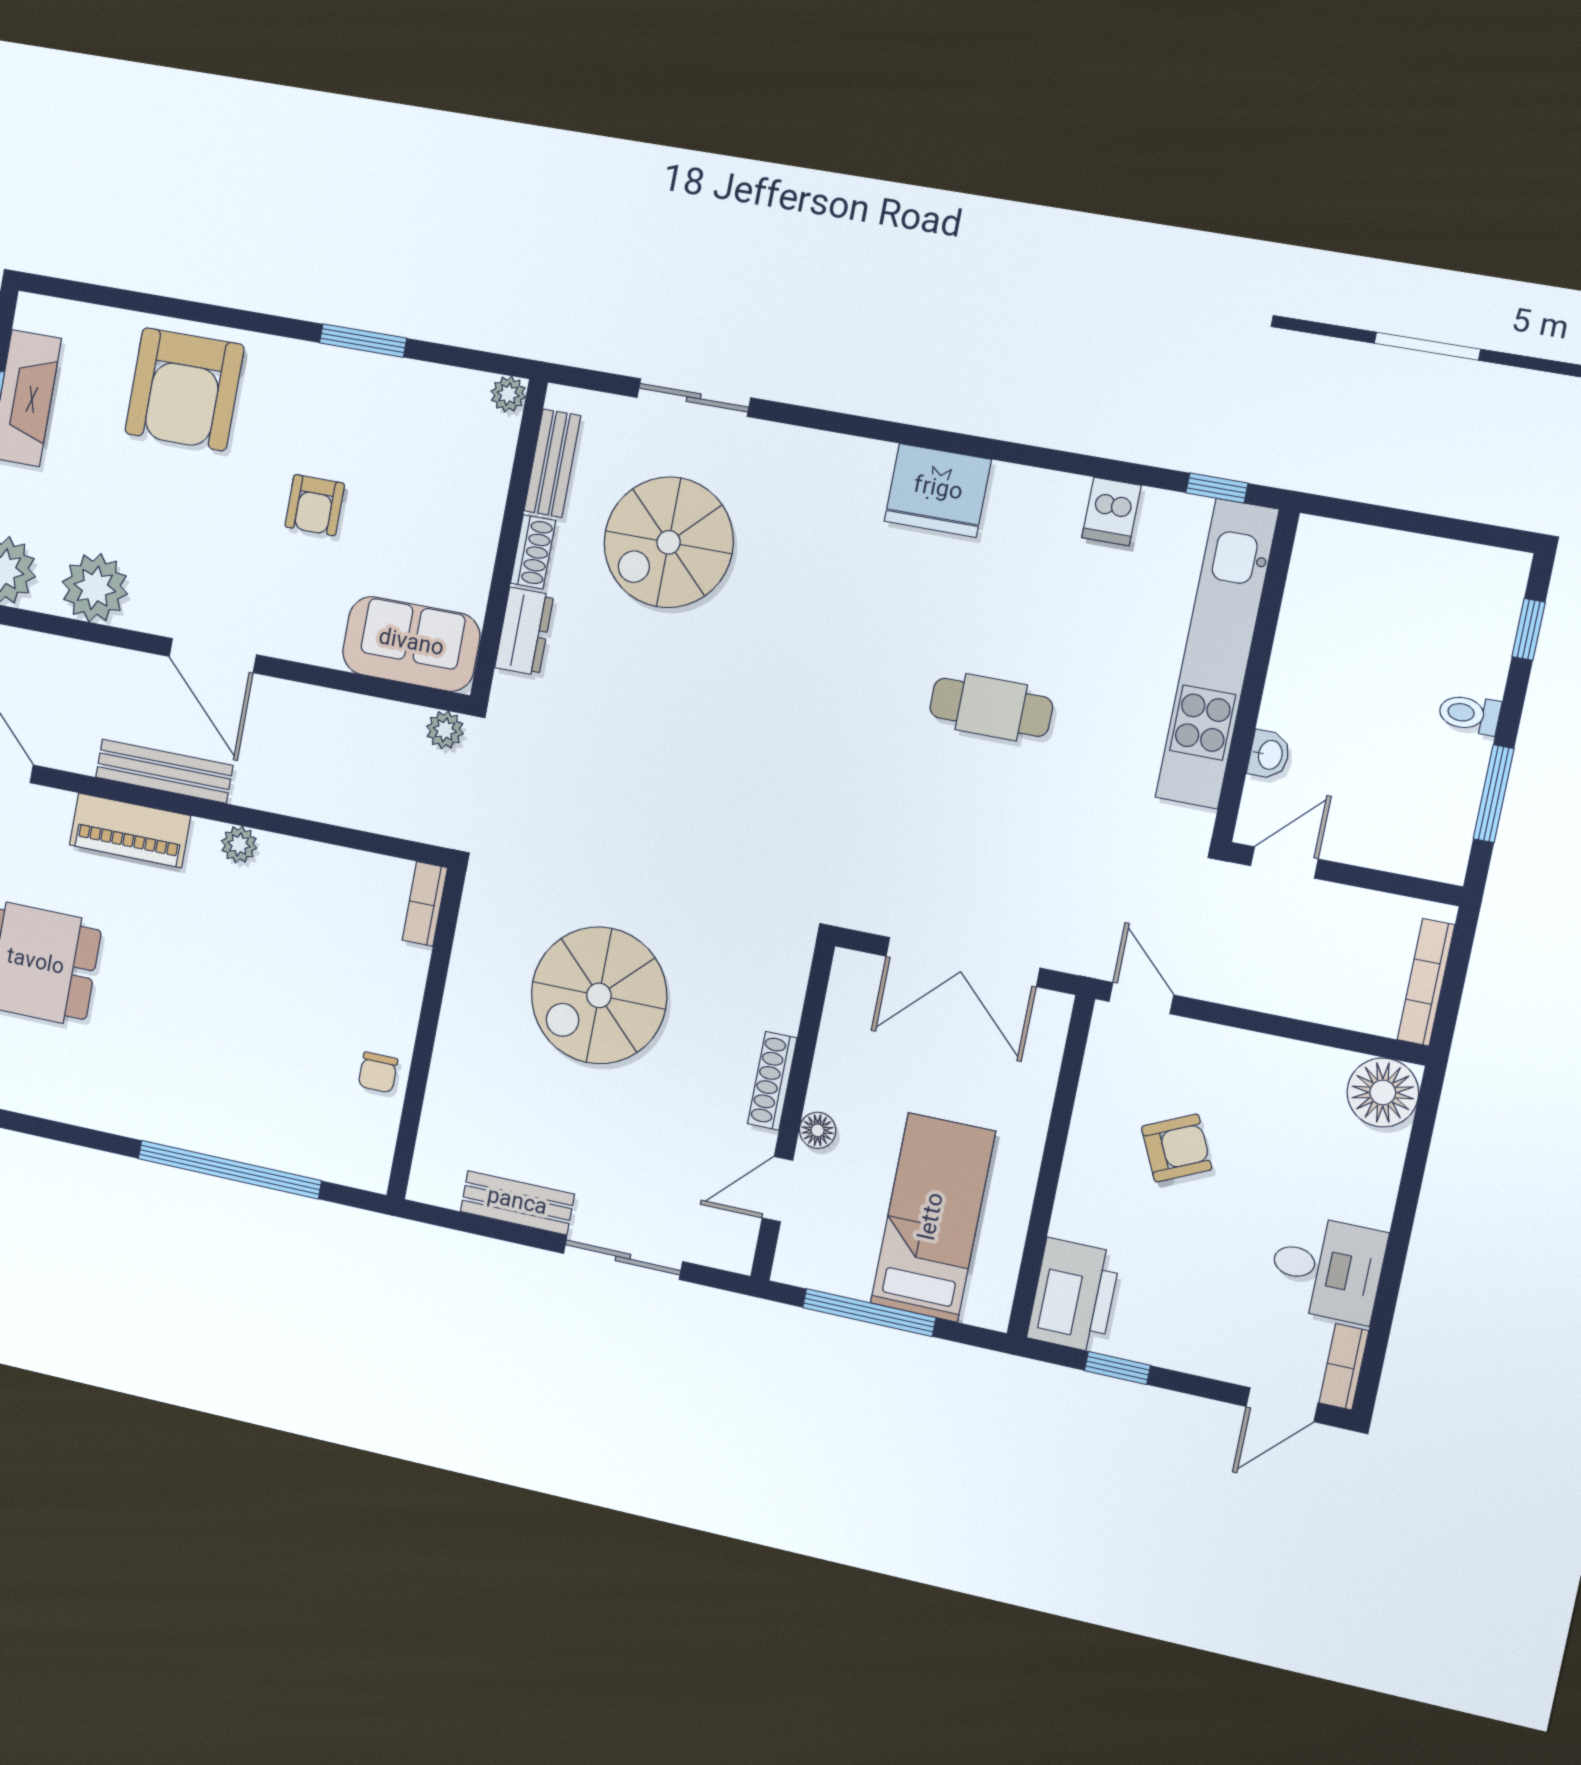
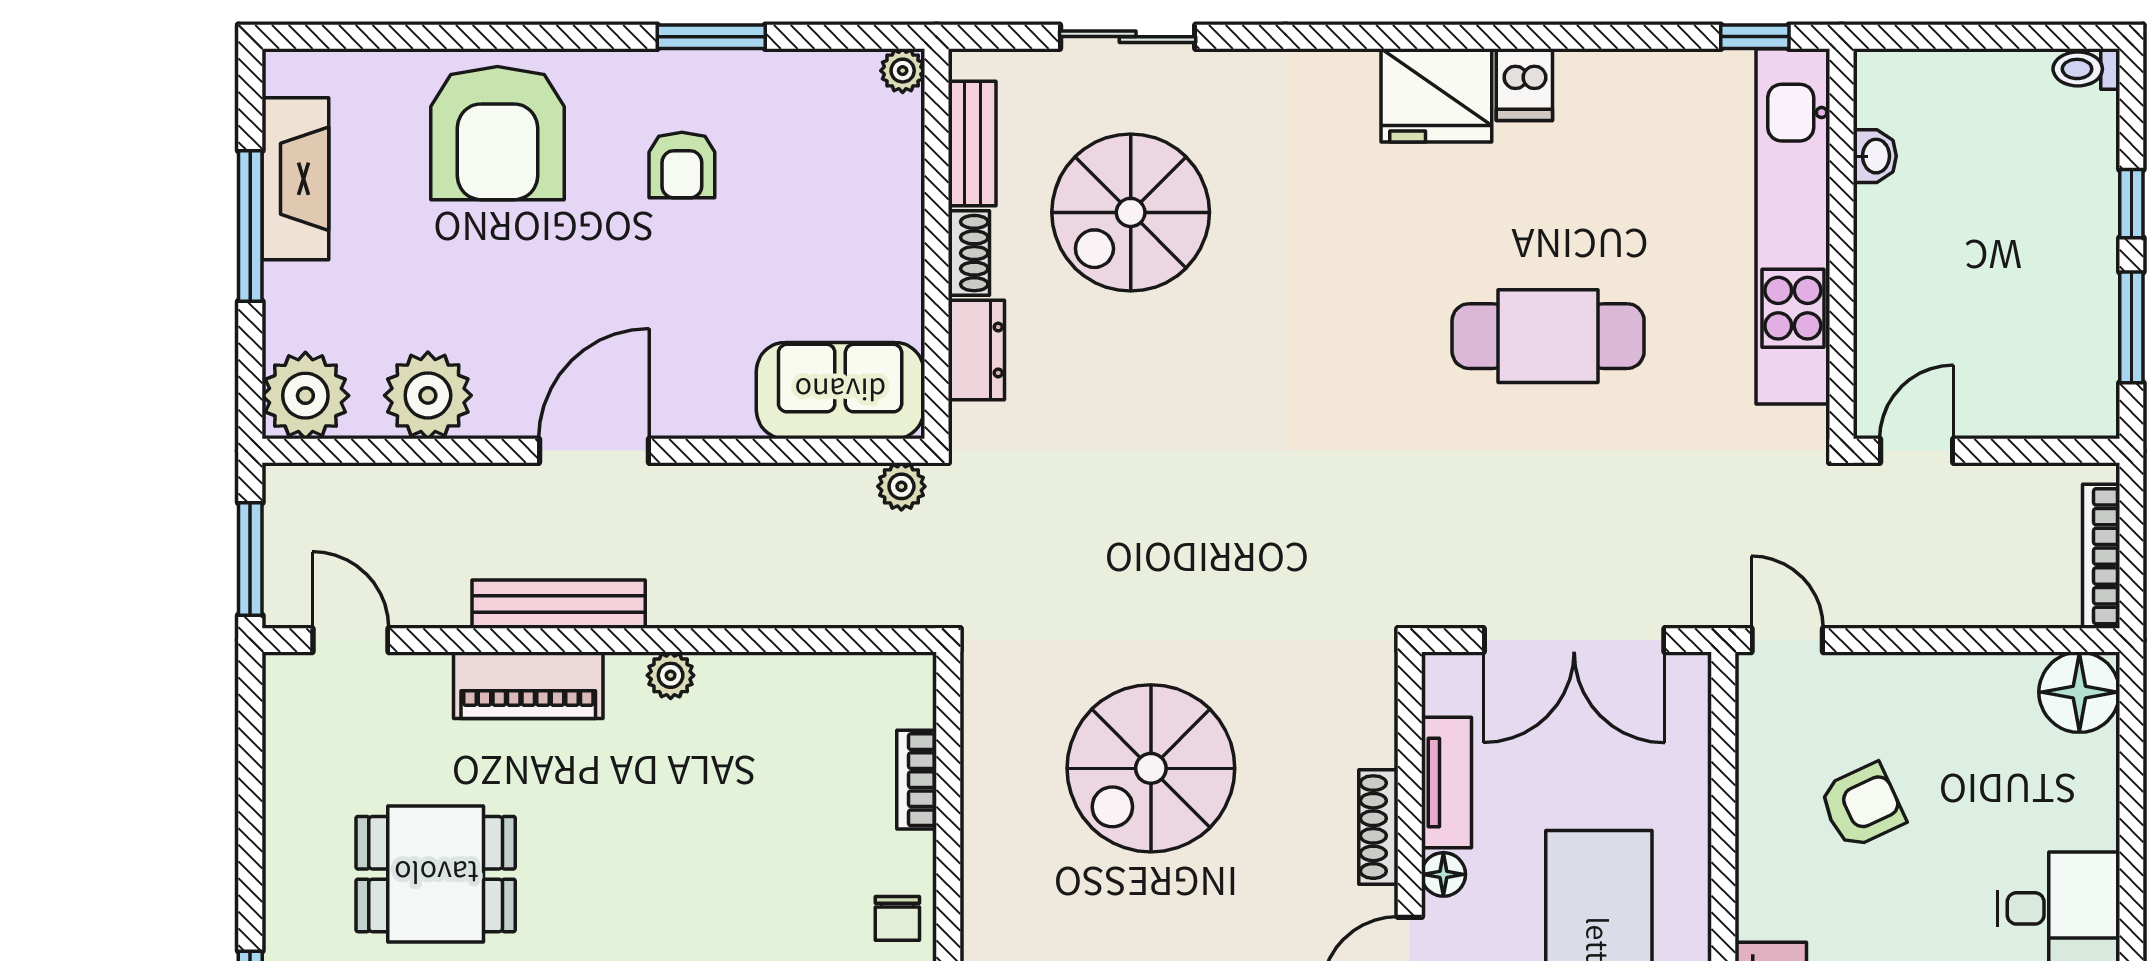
armchair: (315, 505) -> (682, 165), moved
dishwasher: (1111, 512) -> (1524, 85), moved
window: (1529, 629) -> (2131, 204), moved
door: (213, 656) -> (594, 451), swing flipped
cafe table: (991, 707) -> (1548, 336), width x1.37, depth x1.35
toilet: (1469, 714) -> (2086, 69), moved
washbasin: (1269, 755) -> (1875, 156), moved
bookcase: (425, 904) -> (917, 780), moved
tv unit: (835, 1056) -> (1446, 782), added

